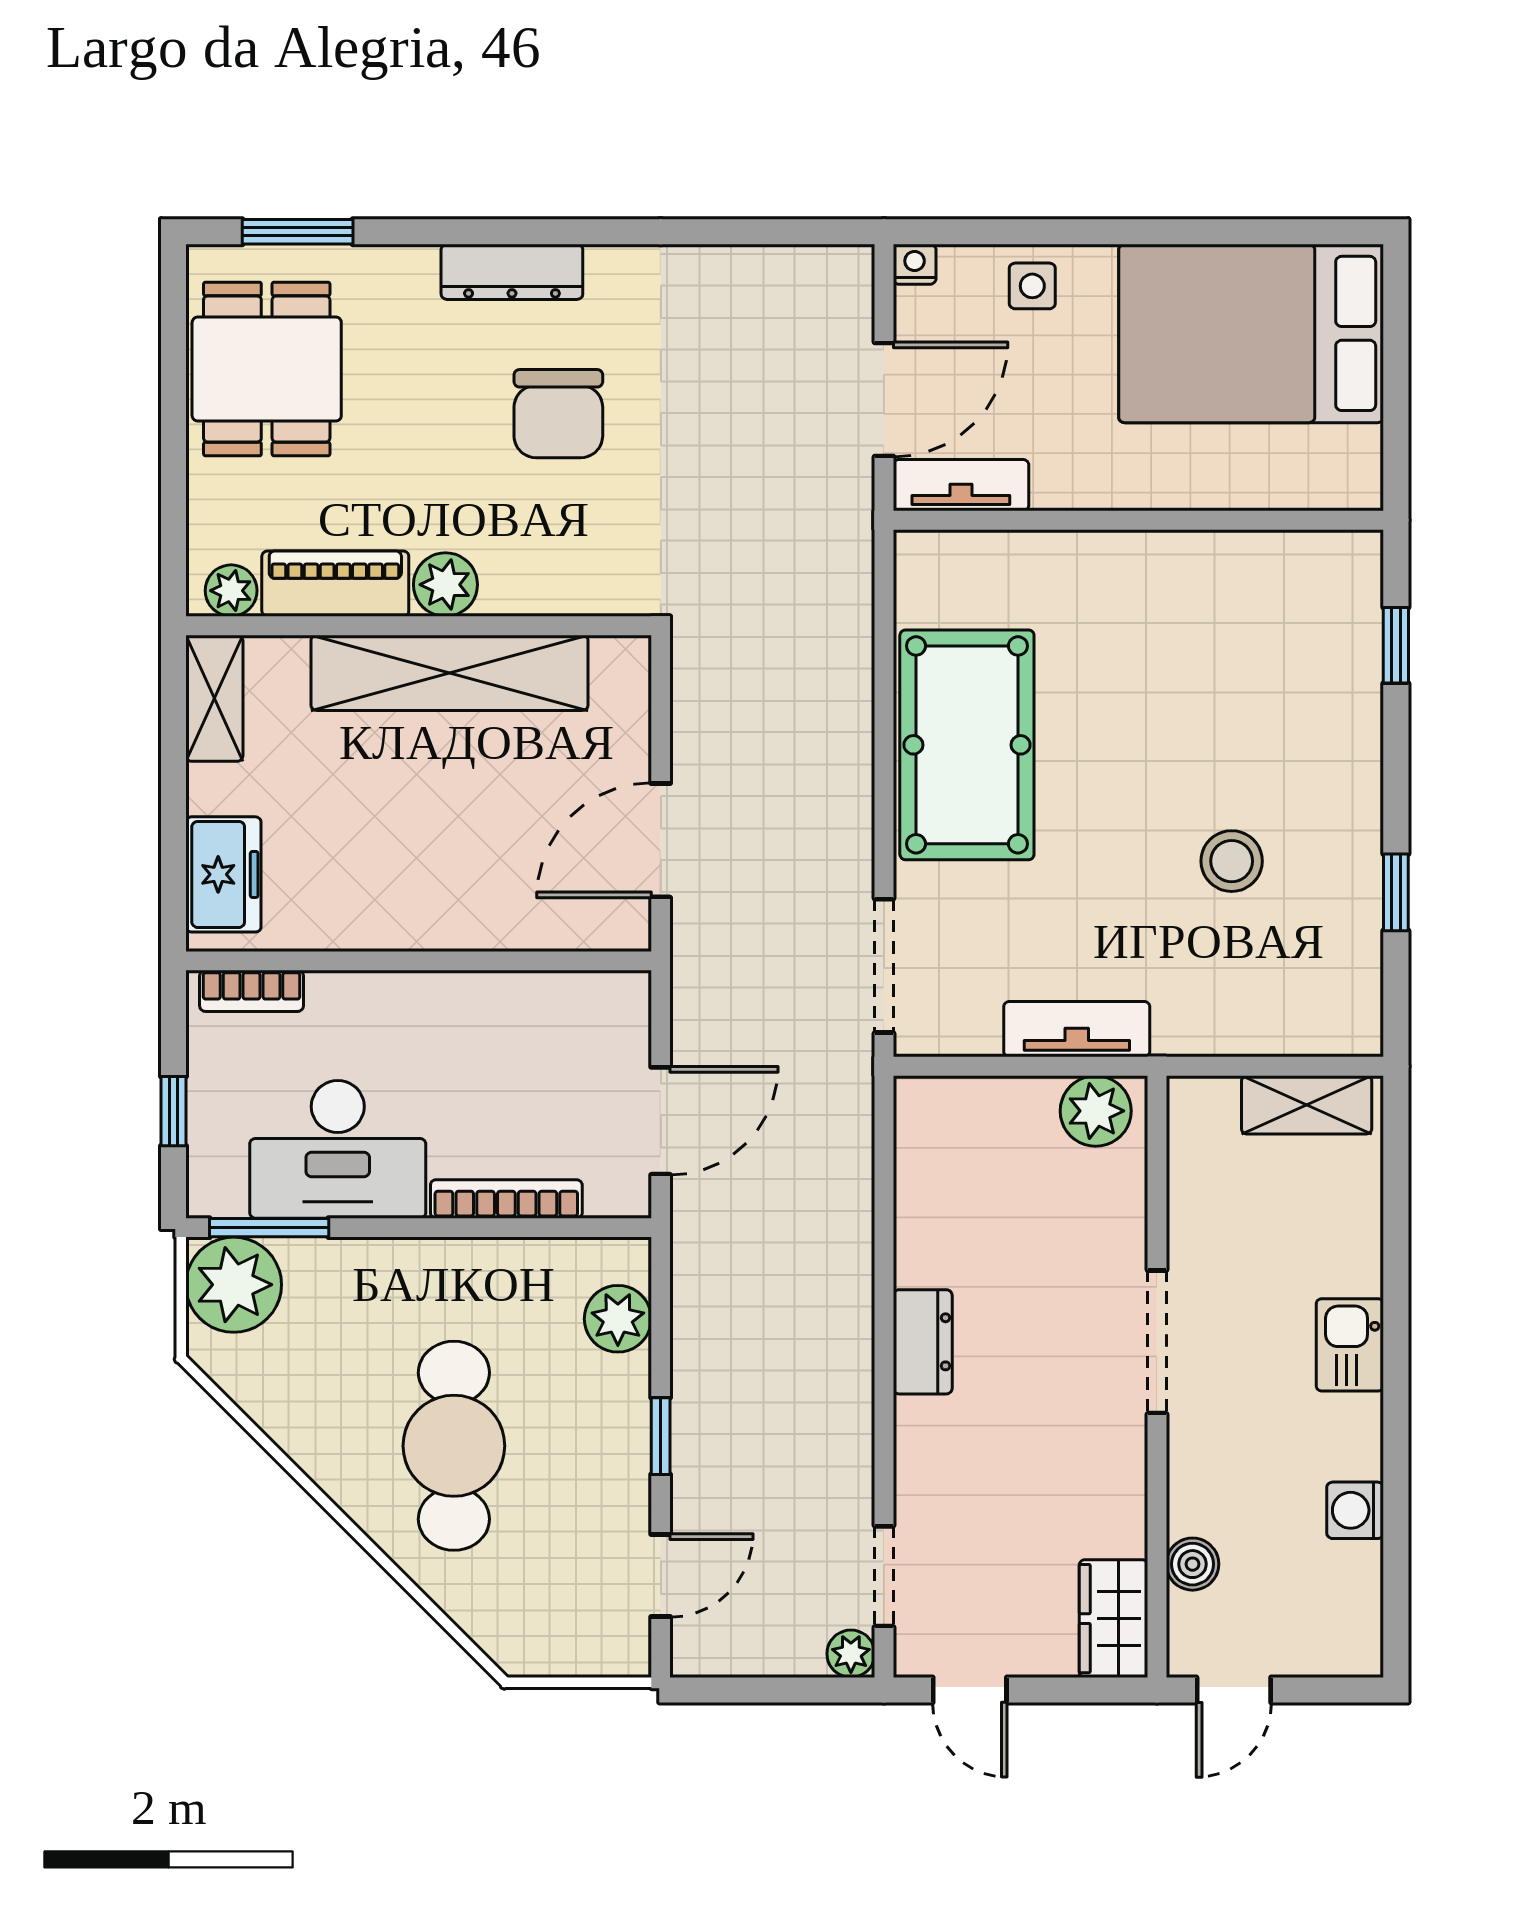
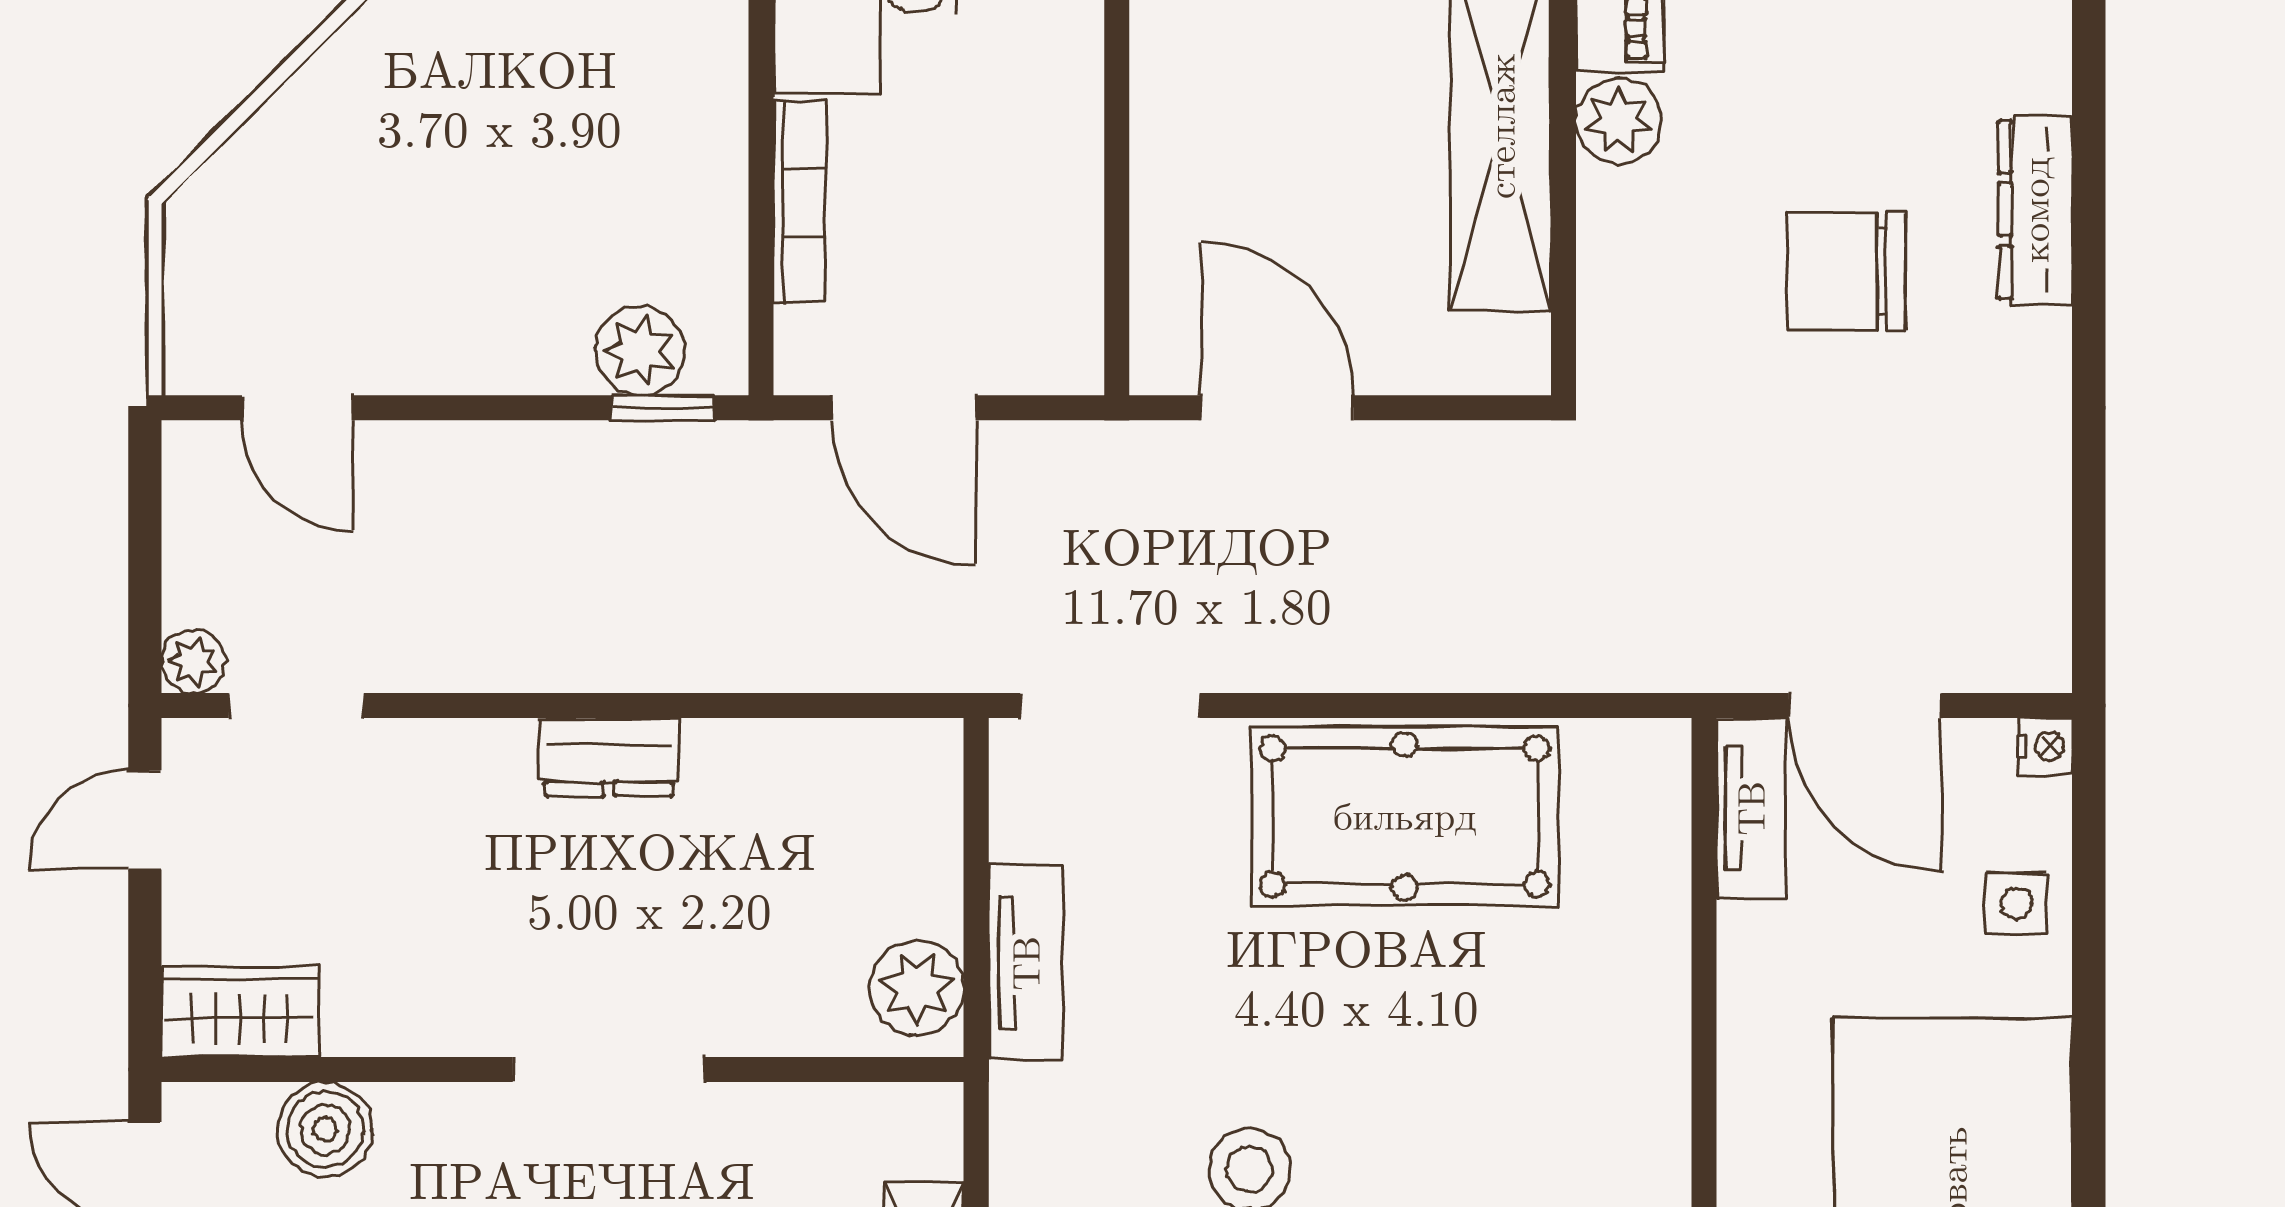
window: (661, 1436) -> (663, 408), moved
cafe table: (454, 1446) -> (470, 132), removed
boiler: (1192, 1564) -> (325, 1130), width x1.36, depth x1.36

